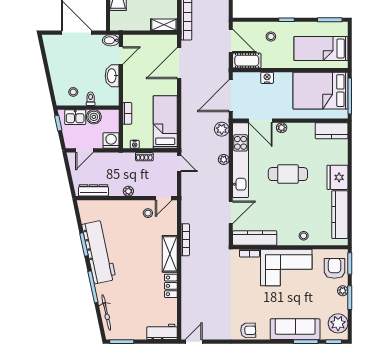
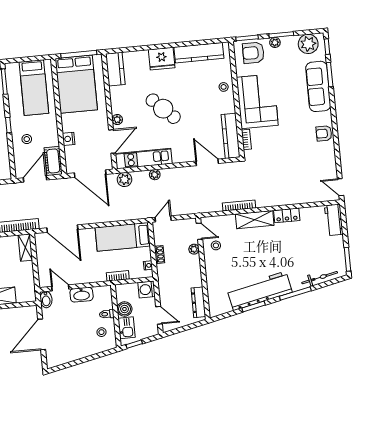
kitchen unit: (240, 160) -> (144, 159), width x0.73
cafe table: (288, 174) -> (163, 109), turned -46
plant: (128, 191) -> (194, 249), moved
armchair: (248, 330) -> (324, 133), turned -88

